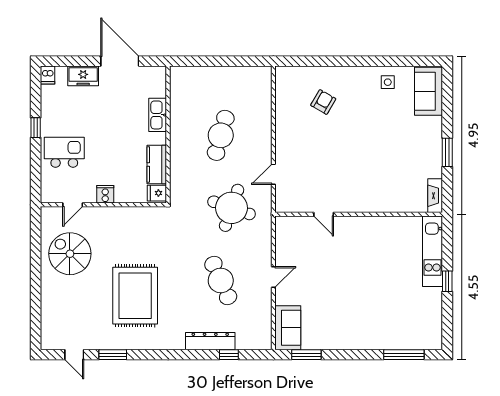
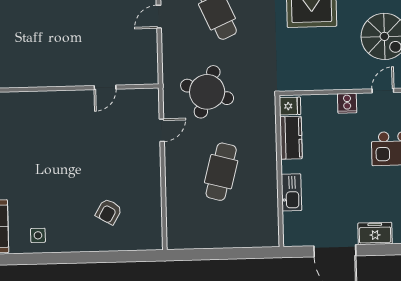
door: (324, 214) -> (105, 87), swing flipped

